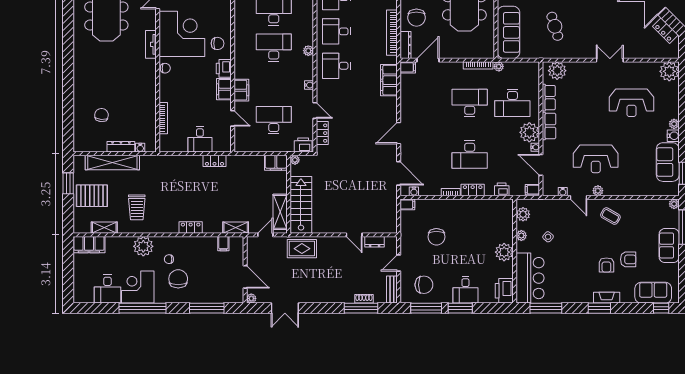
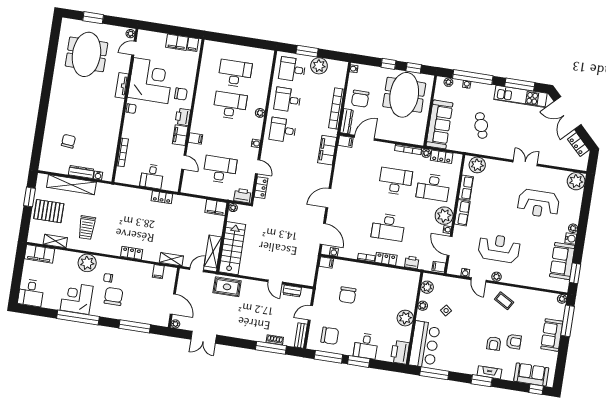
locker: (516, 68) -> (442, 157), added
filing cabinet: (241, 90) -> (195, 139), width x0.50
reception desk: (596, 159) -> (499, 248), turned 180
desk: (107, 289) -> (31, 293), moved

